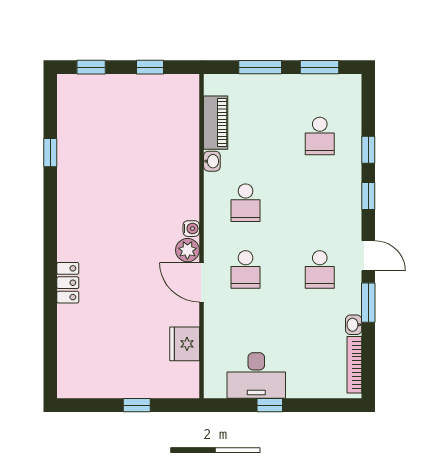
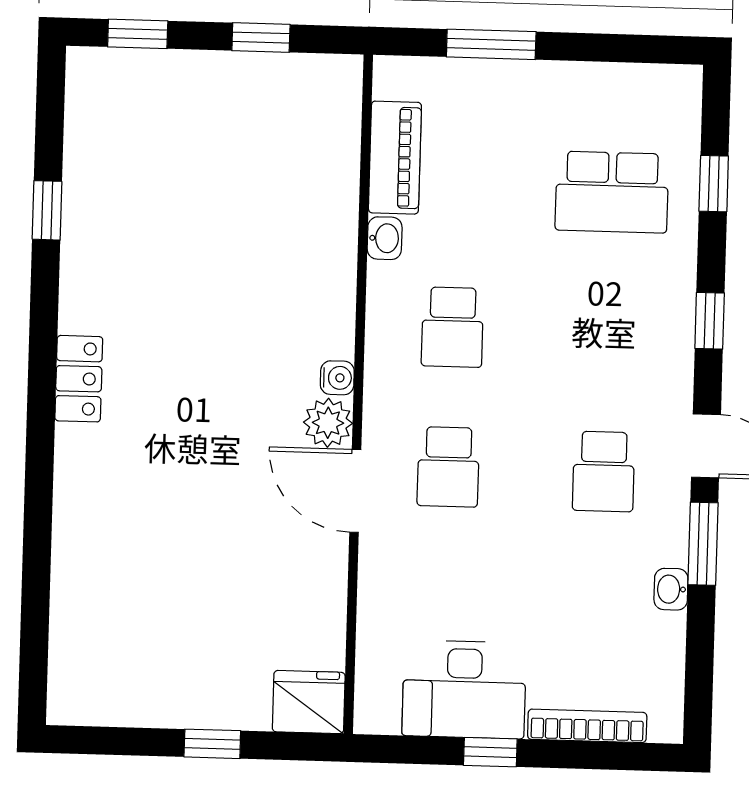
window: (320, 67) -> (616, 48), removed
school desk: (320, 136) -> (612, 192), width x1.85
window: (368, 150) -> (714, 184), moved
locker: (68, 283) -> (79, 379), moved
fridge: (185, 344) -> (309, 702), moved, turned 90
bookcase: (354, 365) -> (587, 726), moved, turned 90

